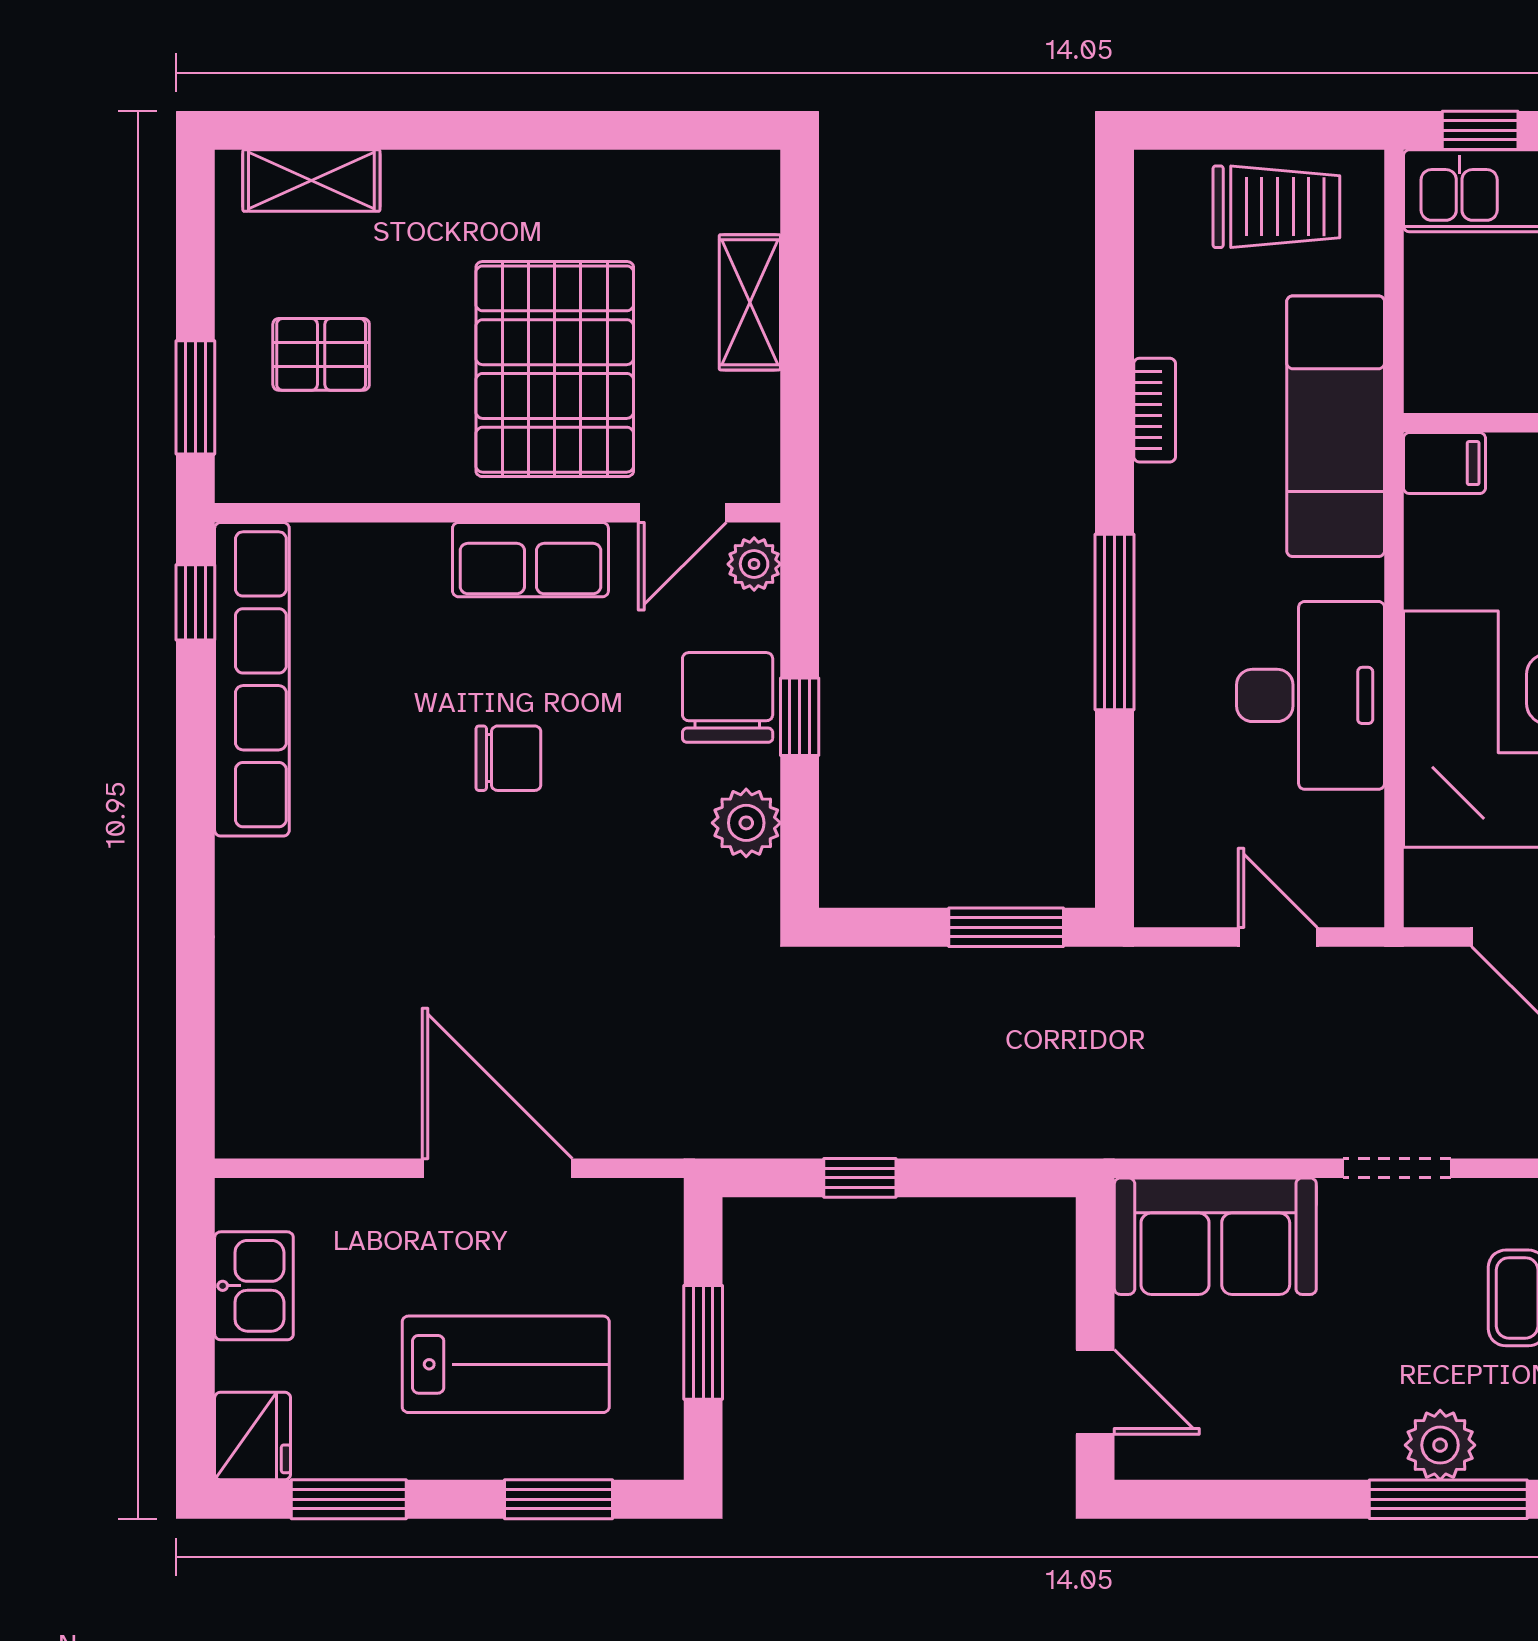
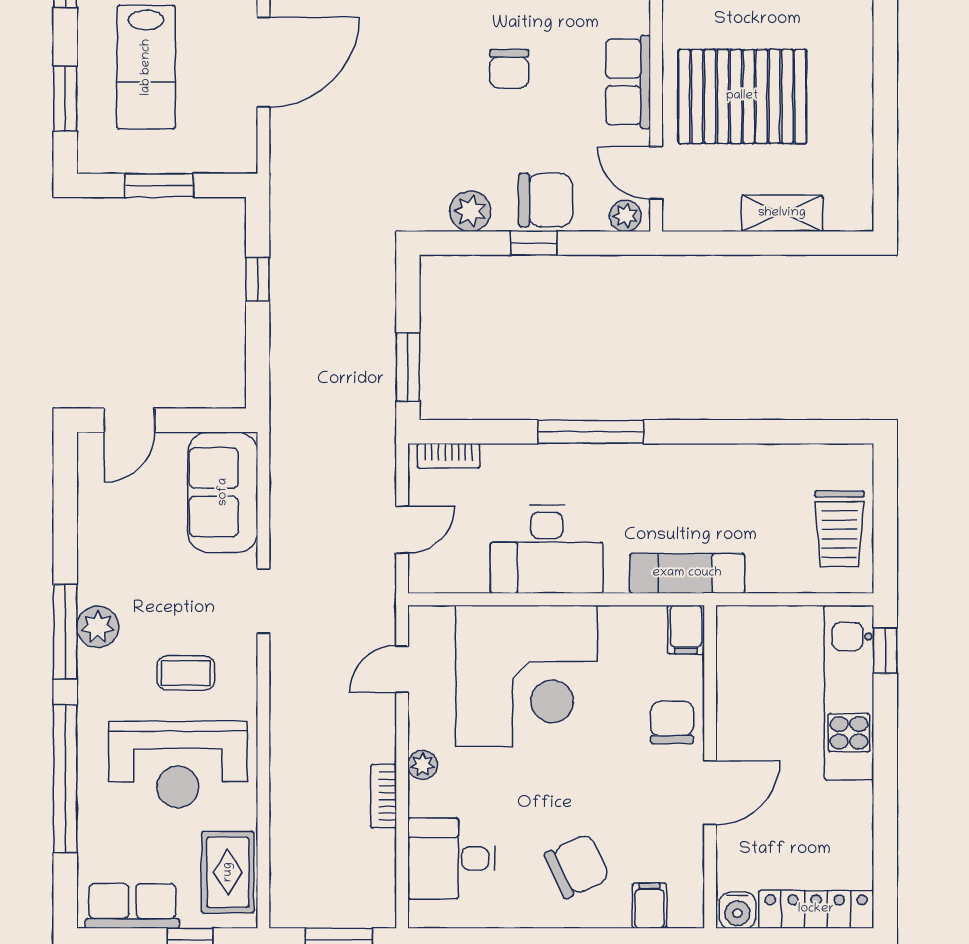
bookcase: (1155, 410) -> (448, 456), moved
exam couch: (1336, 426) -> (687, 573), width x0.73, depth x0.69

